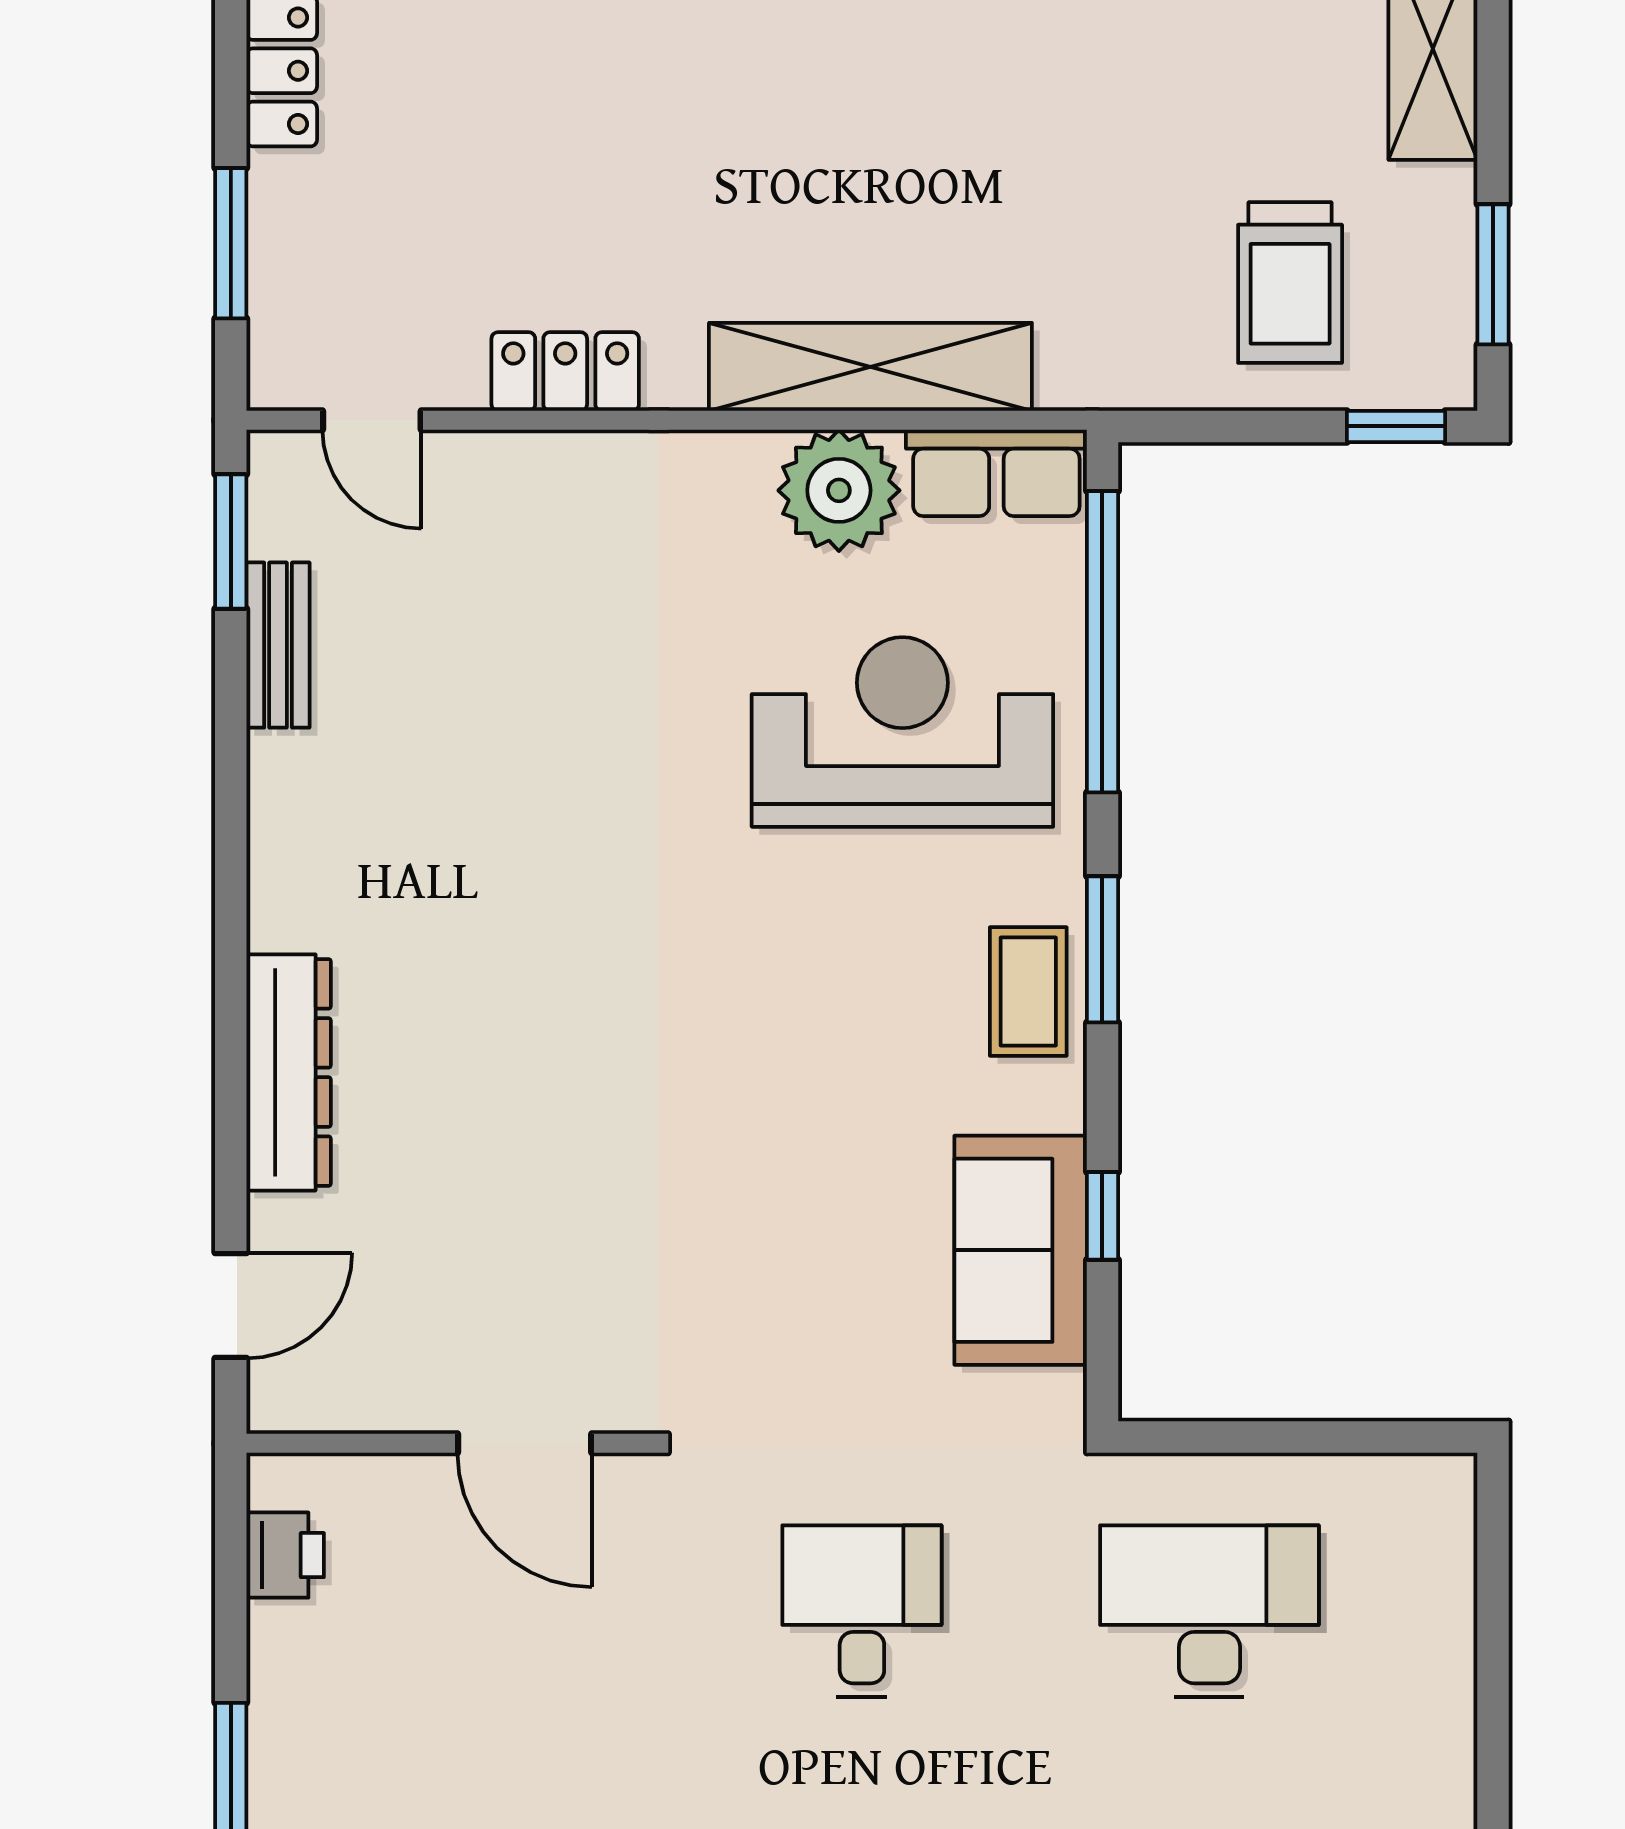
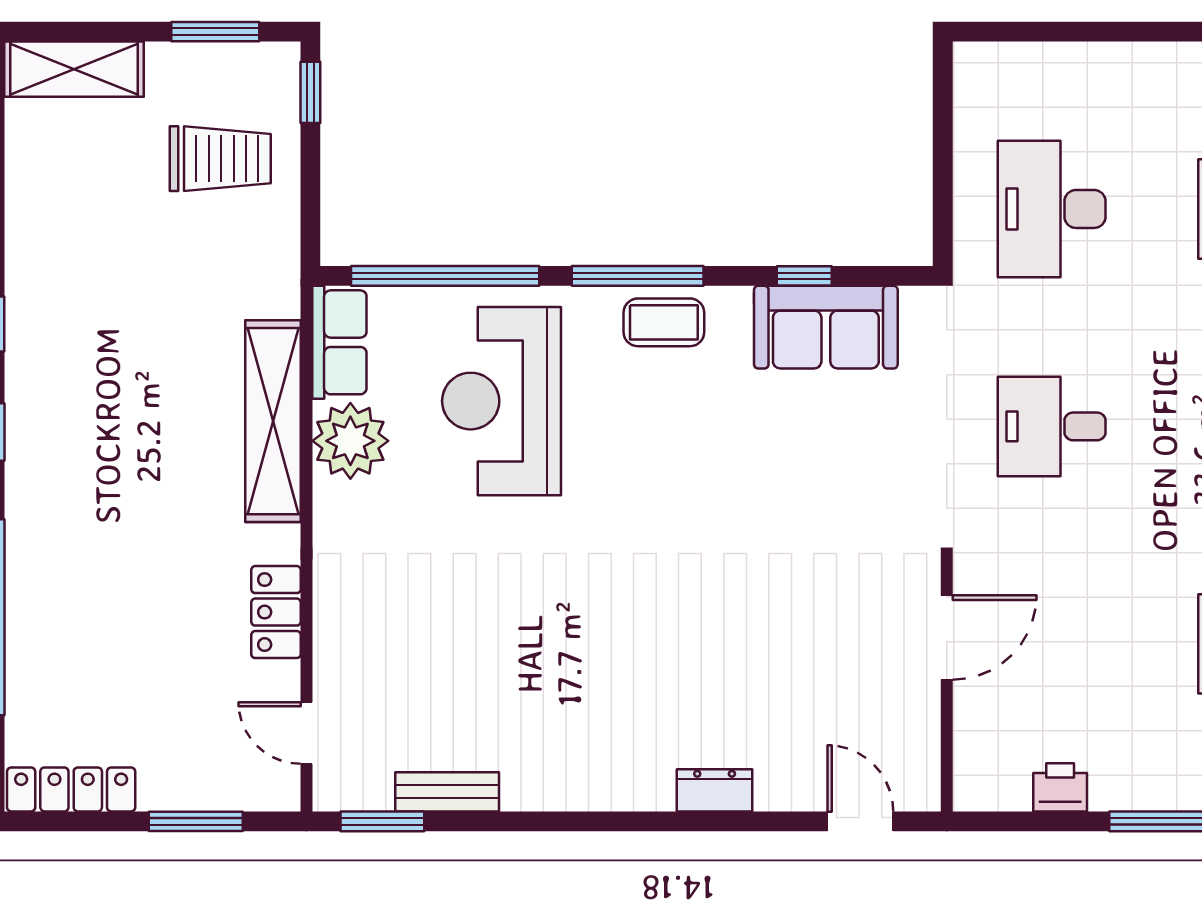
door: (372, 420) -> (306, 733), swing flipped
window: (1102, 949) -> (638, 276), width x1.44
dresser: (289, 1072) -> (715, 790), width x0.51, depth x0.80
printer: (285, 1555) -> (1060, 787), moved

